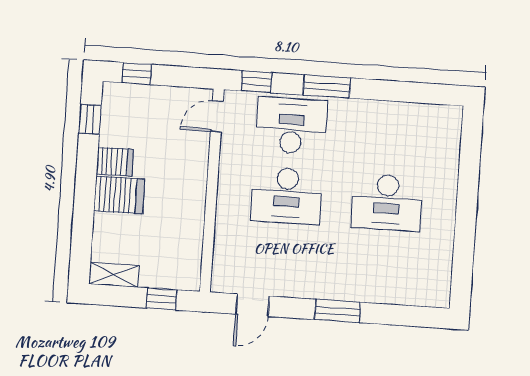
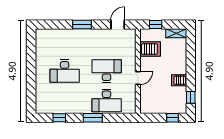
window: (257, 82) -> (59, 118), moved
door: (217, 116) -> (138, 78), moved
server rack: (119, 195) -> (150, 49), moved, turned 180
desk: (387, 202) -> (65, 71), turned 180

